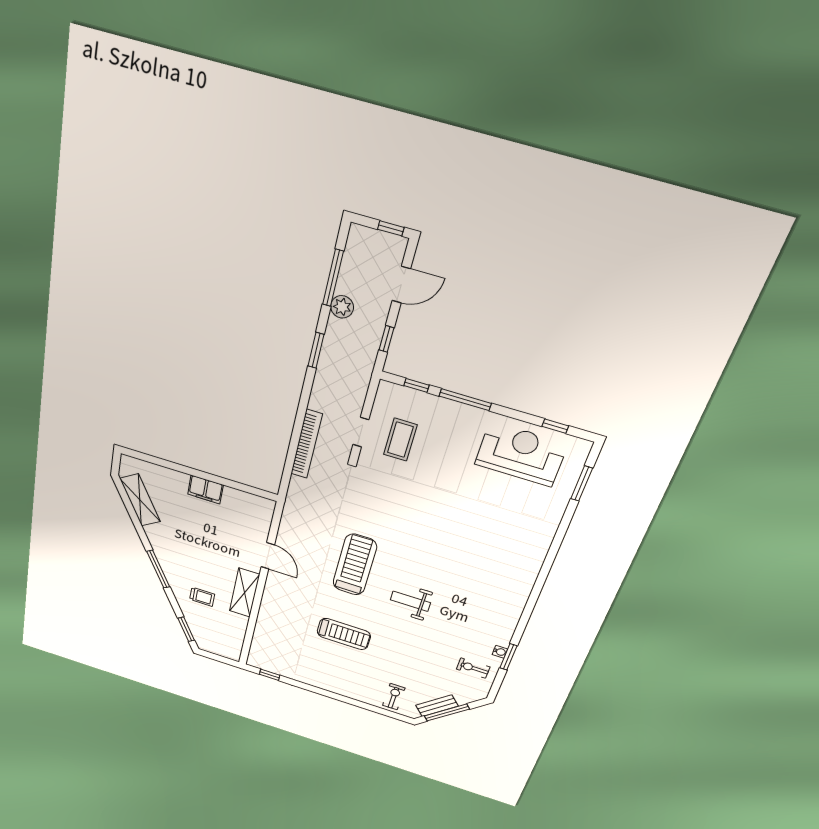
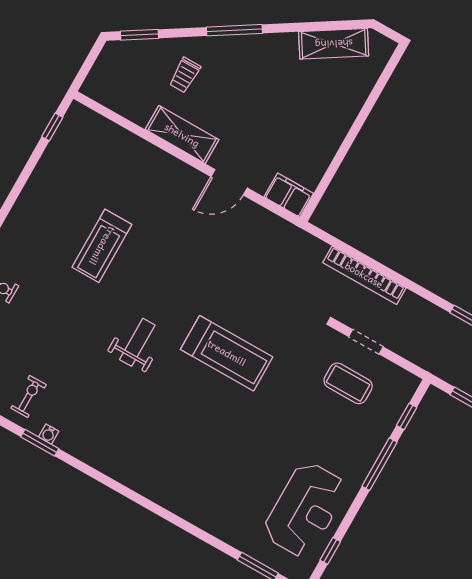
filing cabinet: (205, 490) -> (289, 195), moved, turned 90
treadmill: (355, 565) -> (227, 353), moved

